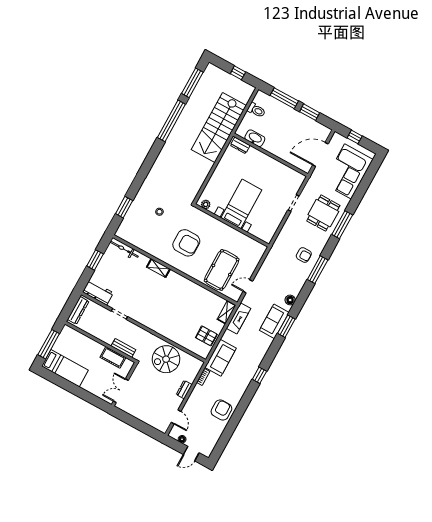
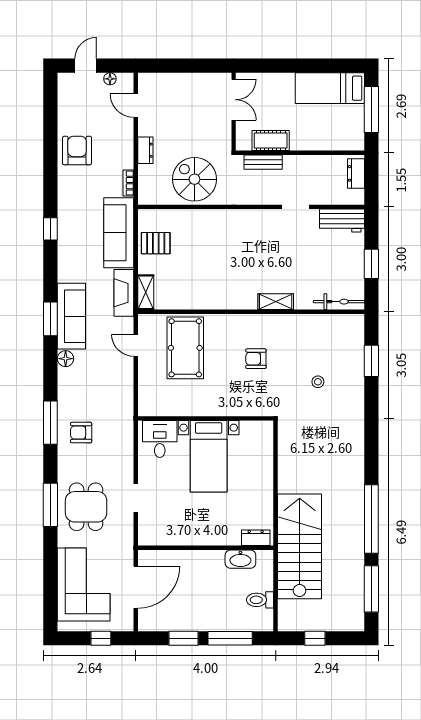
plant: (206, 204) -> (258, 428), removed
desk: (263, 228) -> (160, 439), added
armchair: (186, 243) -> (256, 359), width x0.53, depth x0.53
door: (248, 286) -> (136, 345), swing flipped
dresser: (78, 310) -> (356, 173), width x0.70
sofa: (274, 321) -> (71, 316), width x1.36
sofa: (221, 358) -> (119, 233), width x1.36
spiral stairs: (166, 359) -> (194, 179), turned -90
armchair: (221, 410) -> (77, 150), turned 180

